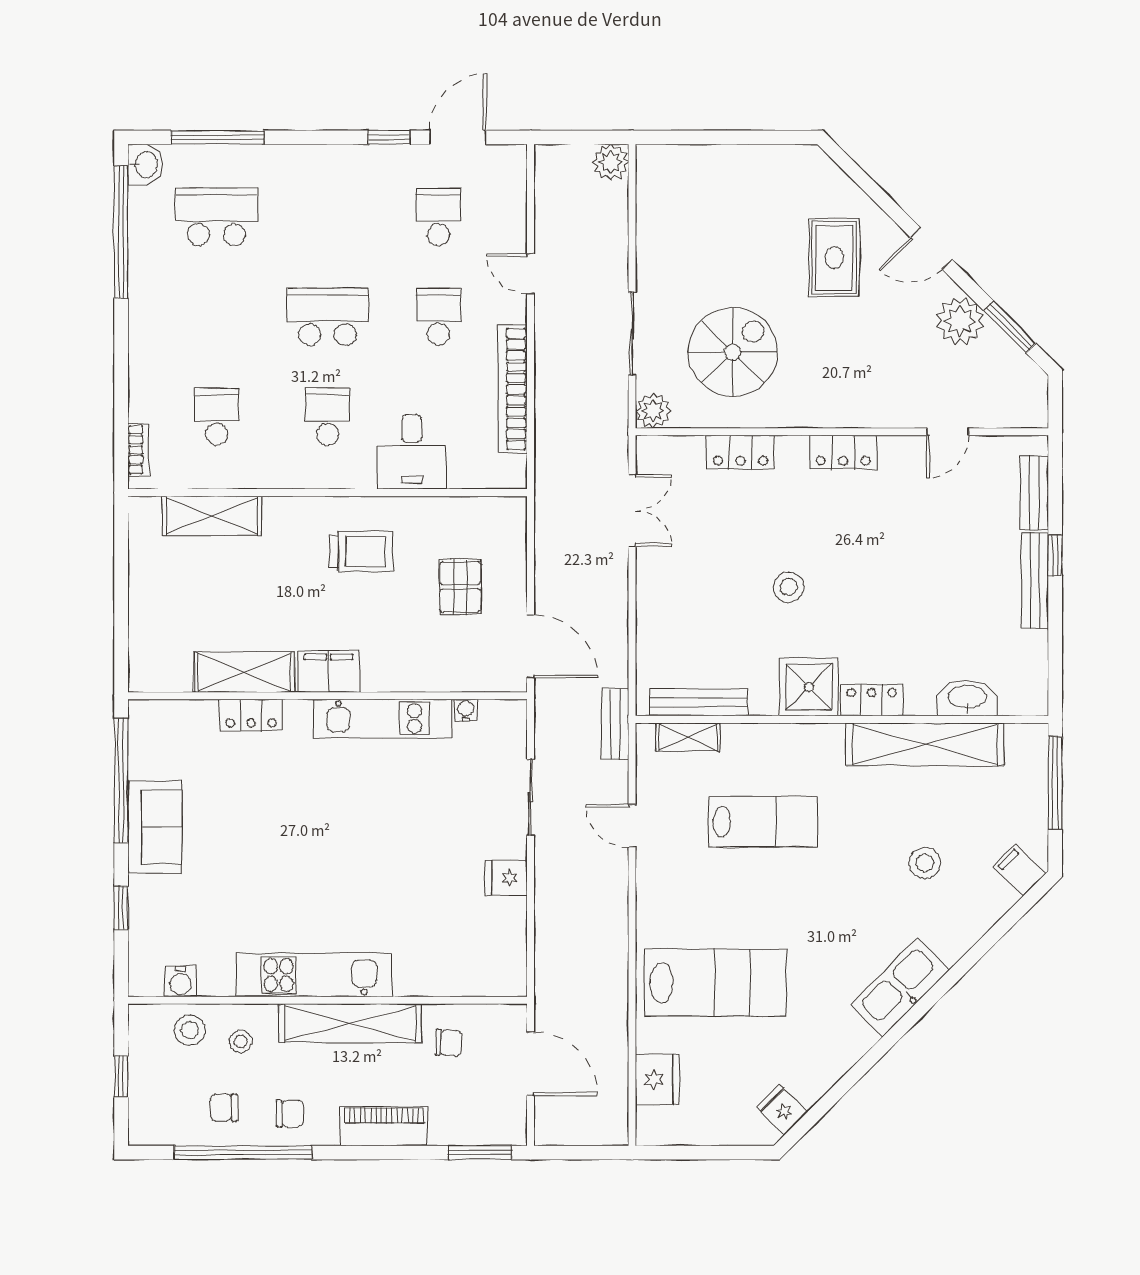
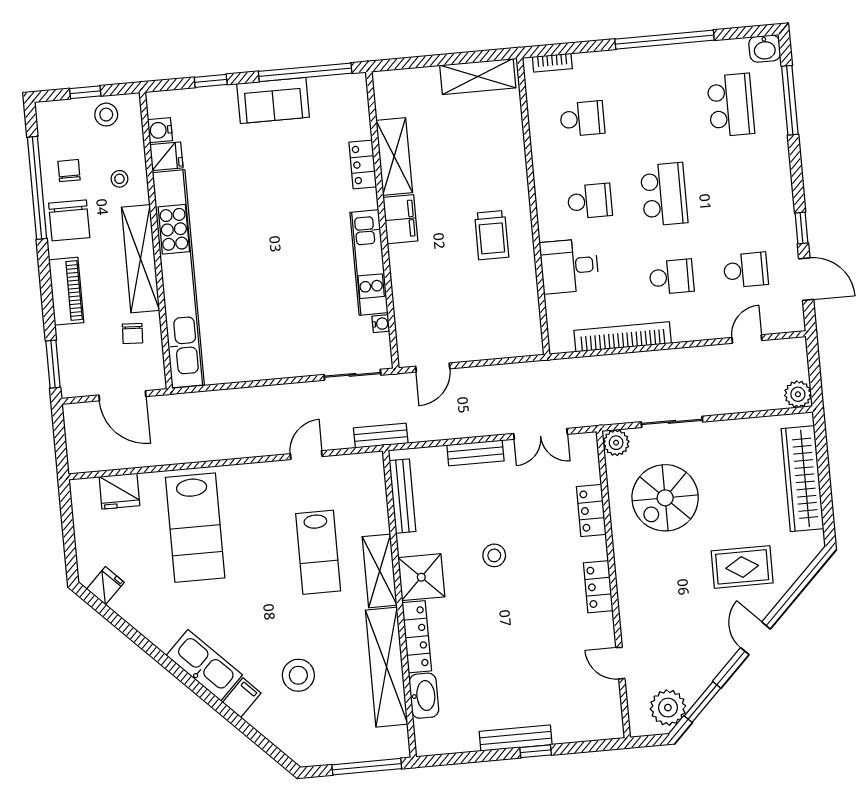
wardrobe: (724, 167) -> (802, 479), added
window: (121, 232) -> (665, 40), moved
door: (531, 274) -> (747, 339), moved
plant: (960, 321) -> (668, 708), moved
spiral stairs: (733, 352) -> (665, 498), turned 90
bench: (1034, 493) -> (475, 453), moved
shelving: (212, 516) -> (478, 76), moved, turned 90
pallet: (460, 587) -> (472, 311), removed
door: (531, 646) -> (433, 368), width x0.73
locker: (872, 700) -> (417, 637), width x1.53
shelving: (688, 737) -> (380, 571), moved, width x1.50, depth x1.33
sliding door: (531, 797) -> (352, 375), moved
stool: (925, 863) -> (298, 675), width x1.38, depth x1.38
filing cabinet: (1019, 870) -> (242, 698), moved
fridge: (506, 878) -> (166, 156), moved, turned 90
kitchen unit: (314, 975) -> (178, 279), width x1.86
stool: (190, 1030) -> (106, 115), moved
door: (531, 1064) -> (122, 396), hinge flipped
chair: (290, 1114) -> (69, 220), width x1.87, depth x1.87

